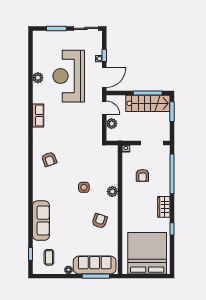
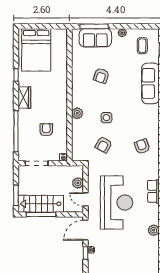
reception desk: (69, 76) -> (117, 203), moved
armchair: (87, 161) -> (104, 145), added
armchair: (100, 221) -> (101, 76), moved
bed: (147, 253) -> (36, 50), width x0.73
sofa: (95, 265) -> (95, 38), width x0.73

